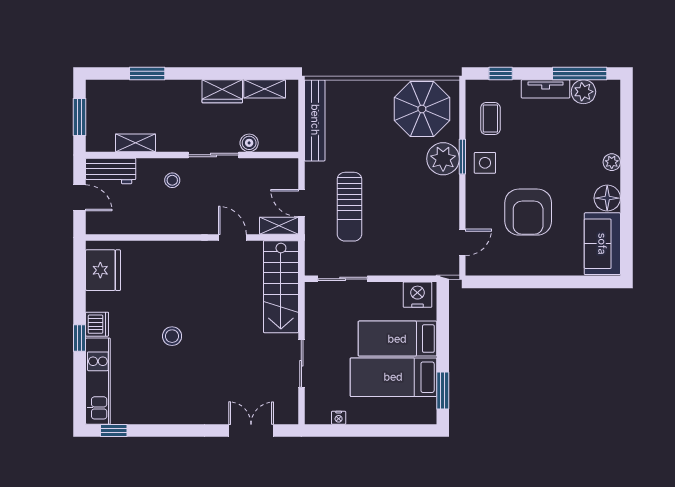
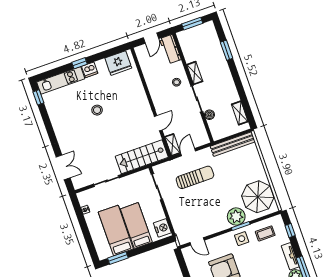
wardrobe: (222, 91) -> (231, 92), removed
shelving: (136, 143) -> (195, 73), moved
sun lounger: (349, 207) -> (195, 177), turned 180

